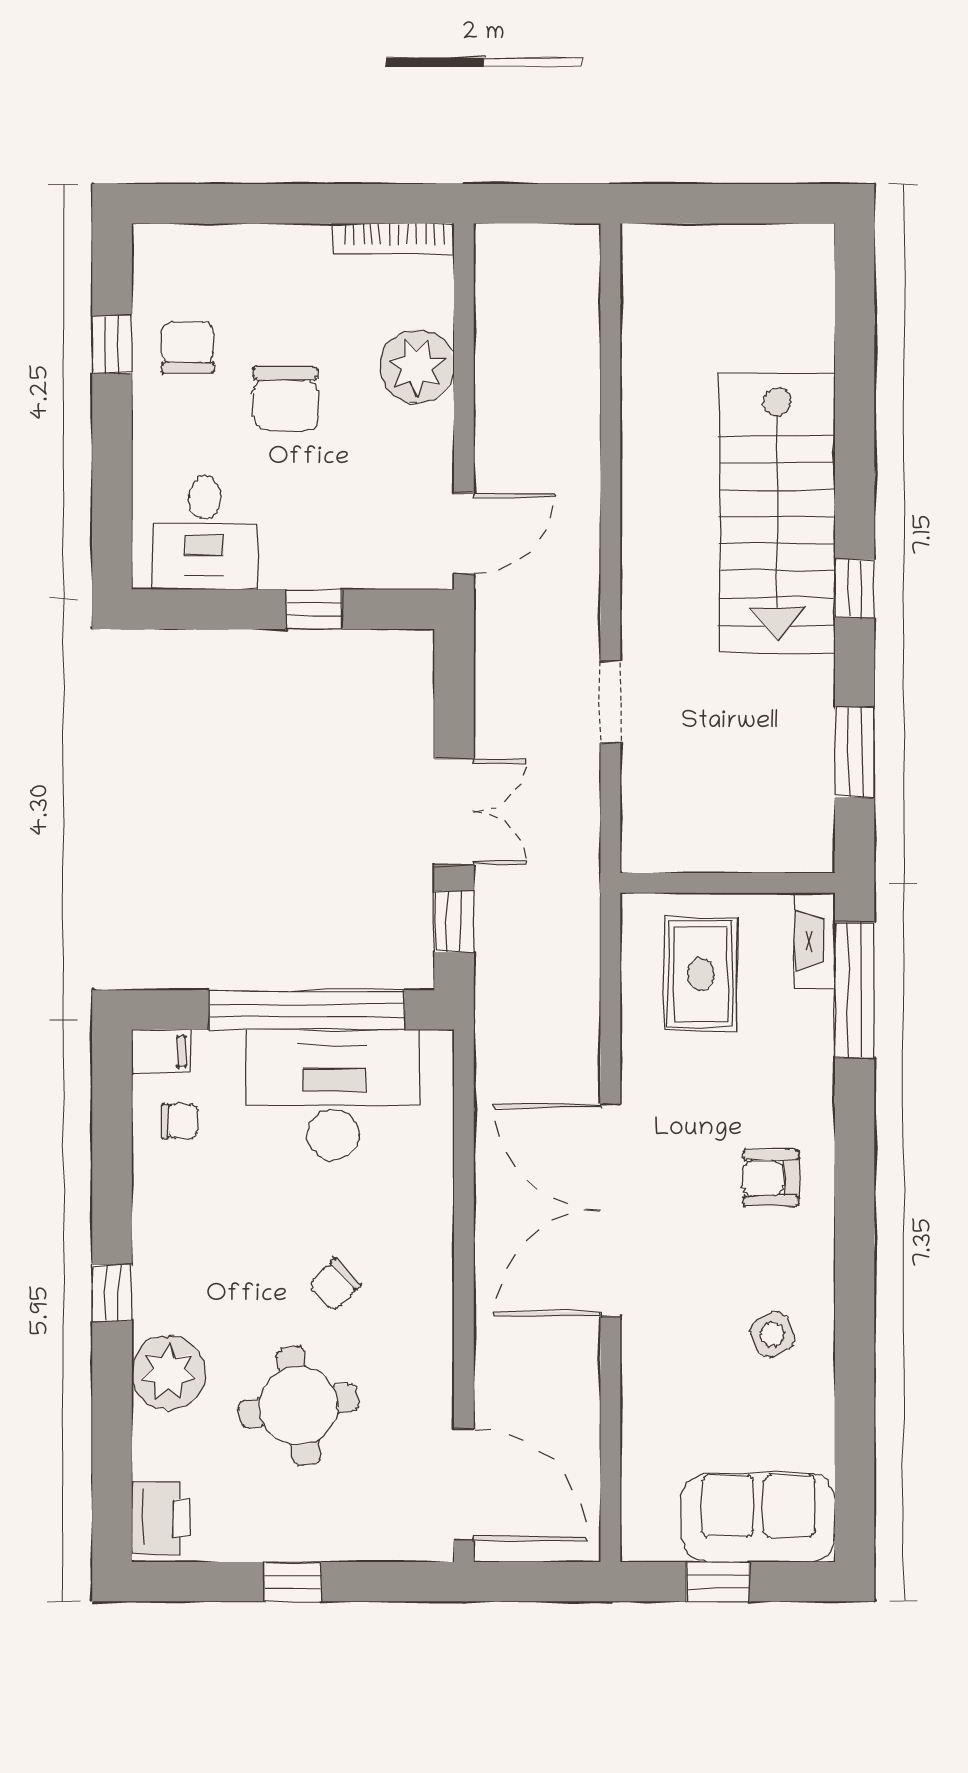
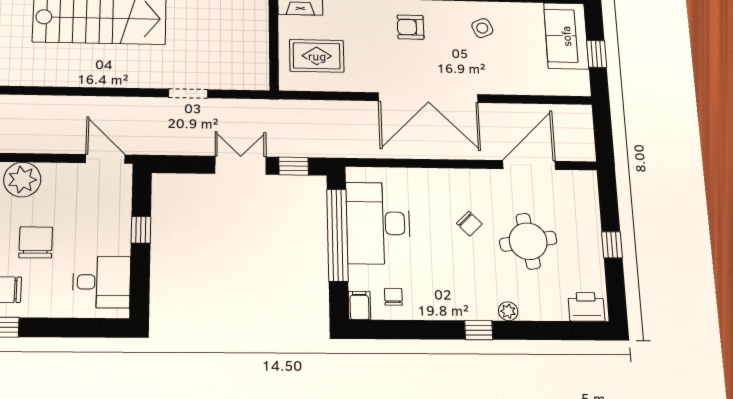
chair: (285, 399) -> (36, 242), turned -90
armchair: (771, 1178) -> (411, 27), turned 90
plant: (168, 1373) -> (508, 311), width x0.53, depth x0.53
door: (464, 1485) -> (529, 165), moved

